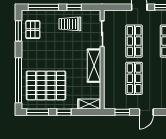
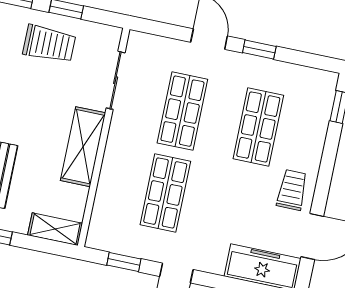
trolley: (70, 24) -> (49, 44), turned 180

